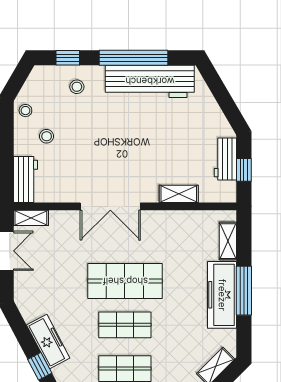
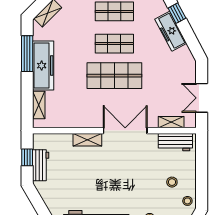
workbench: (26, 179) -> (175, 142), moved, turned -90
shelving: (179, 194) -> (87, 140), moved
shelving: (31, 218) -> (171, 122), moved
window: (244, 291) -> (27, 54), moved

